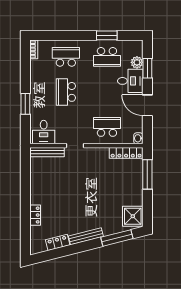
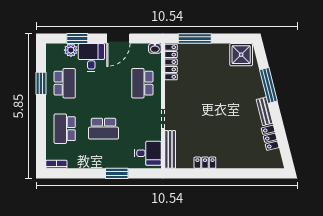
locker: (35, 215) -> (205, 163), moved
bench: (86, 236) -> (264, 111), width x0.73
window: (117, 238) -> (268, 85), moved

